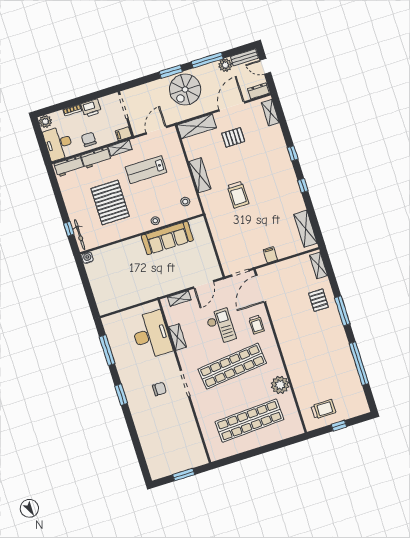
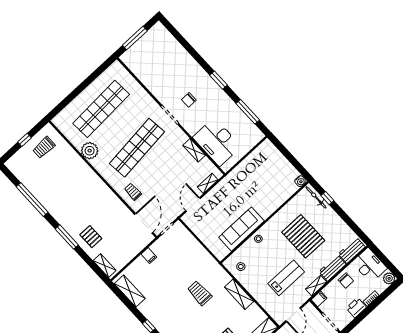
checkout: (221, 326) -> (162, 176), removed
window: (184, 475) -> (135, 38), width x1.44

